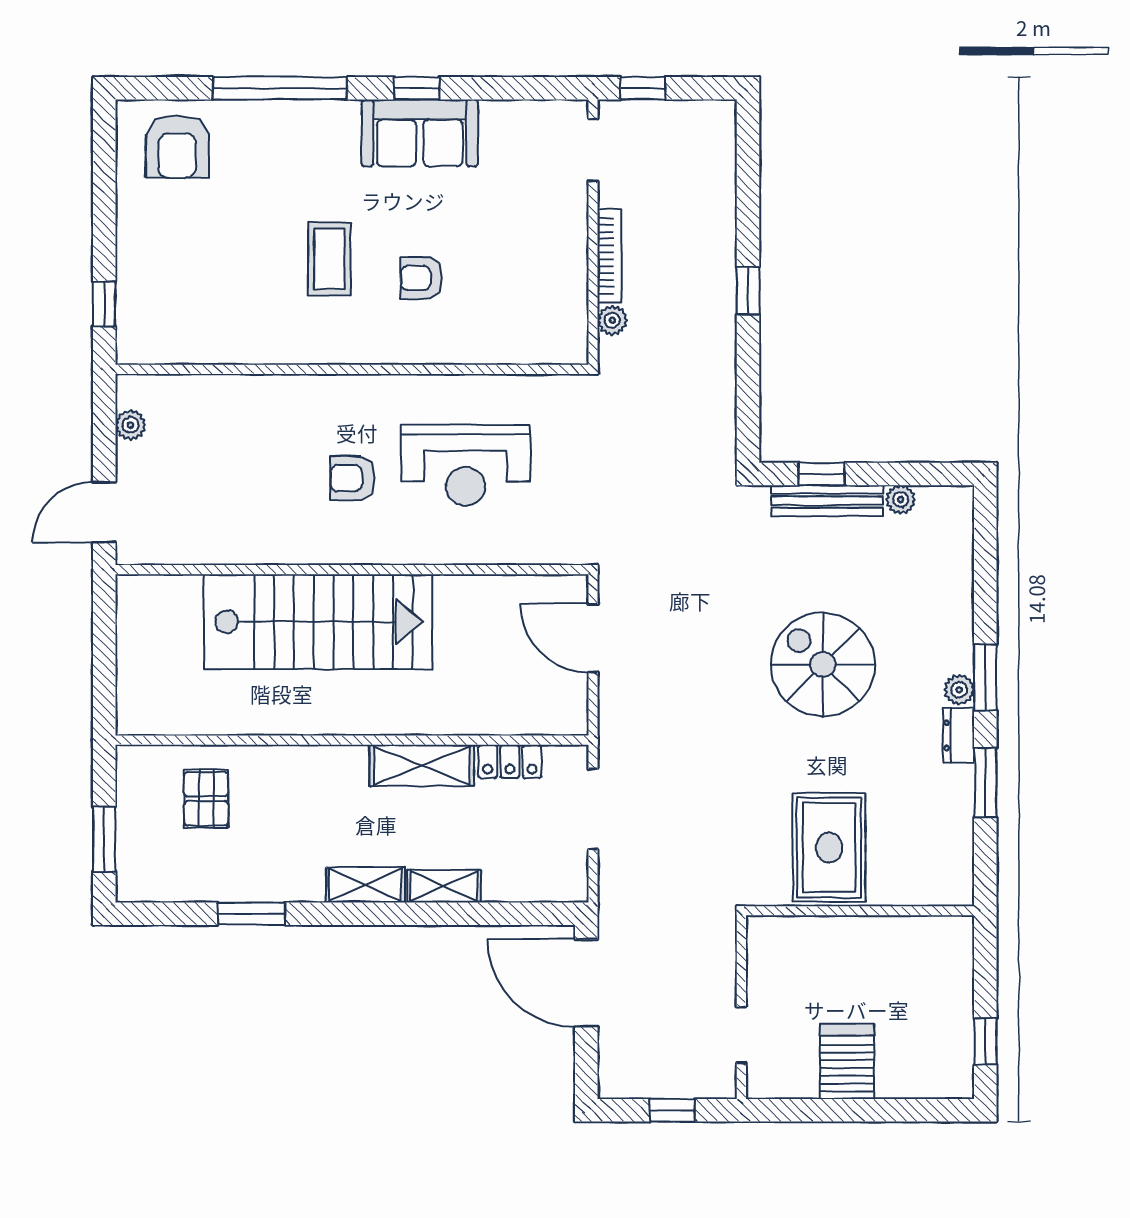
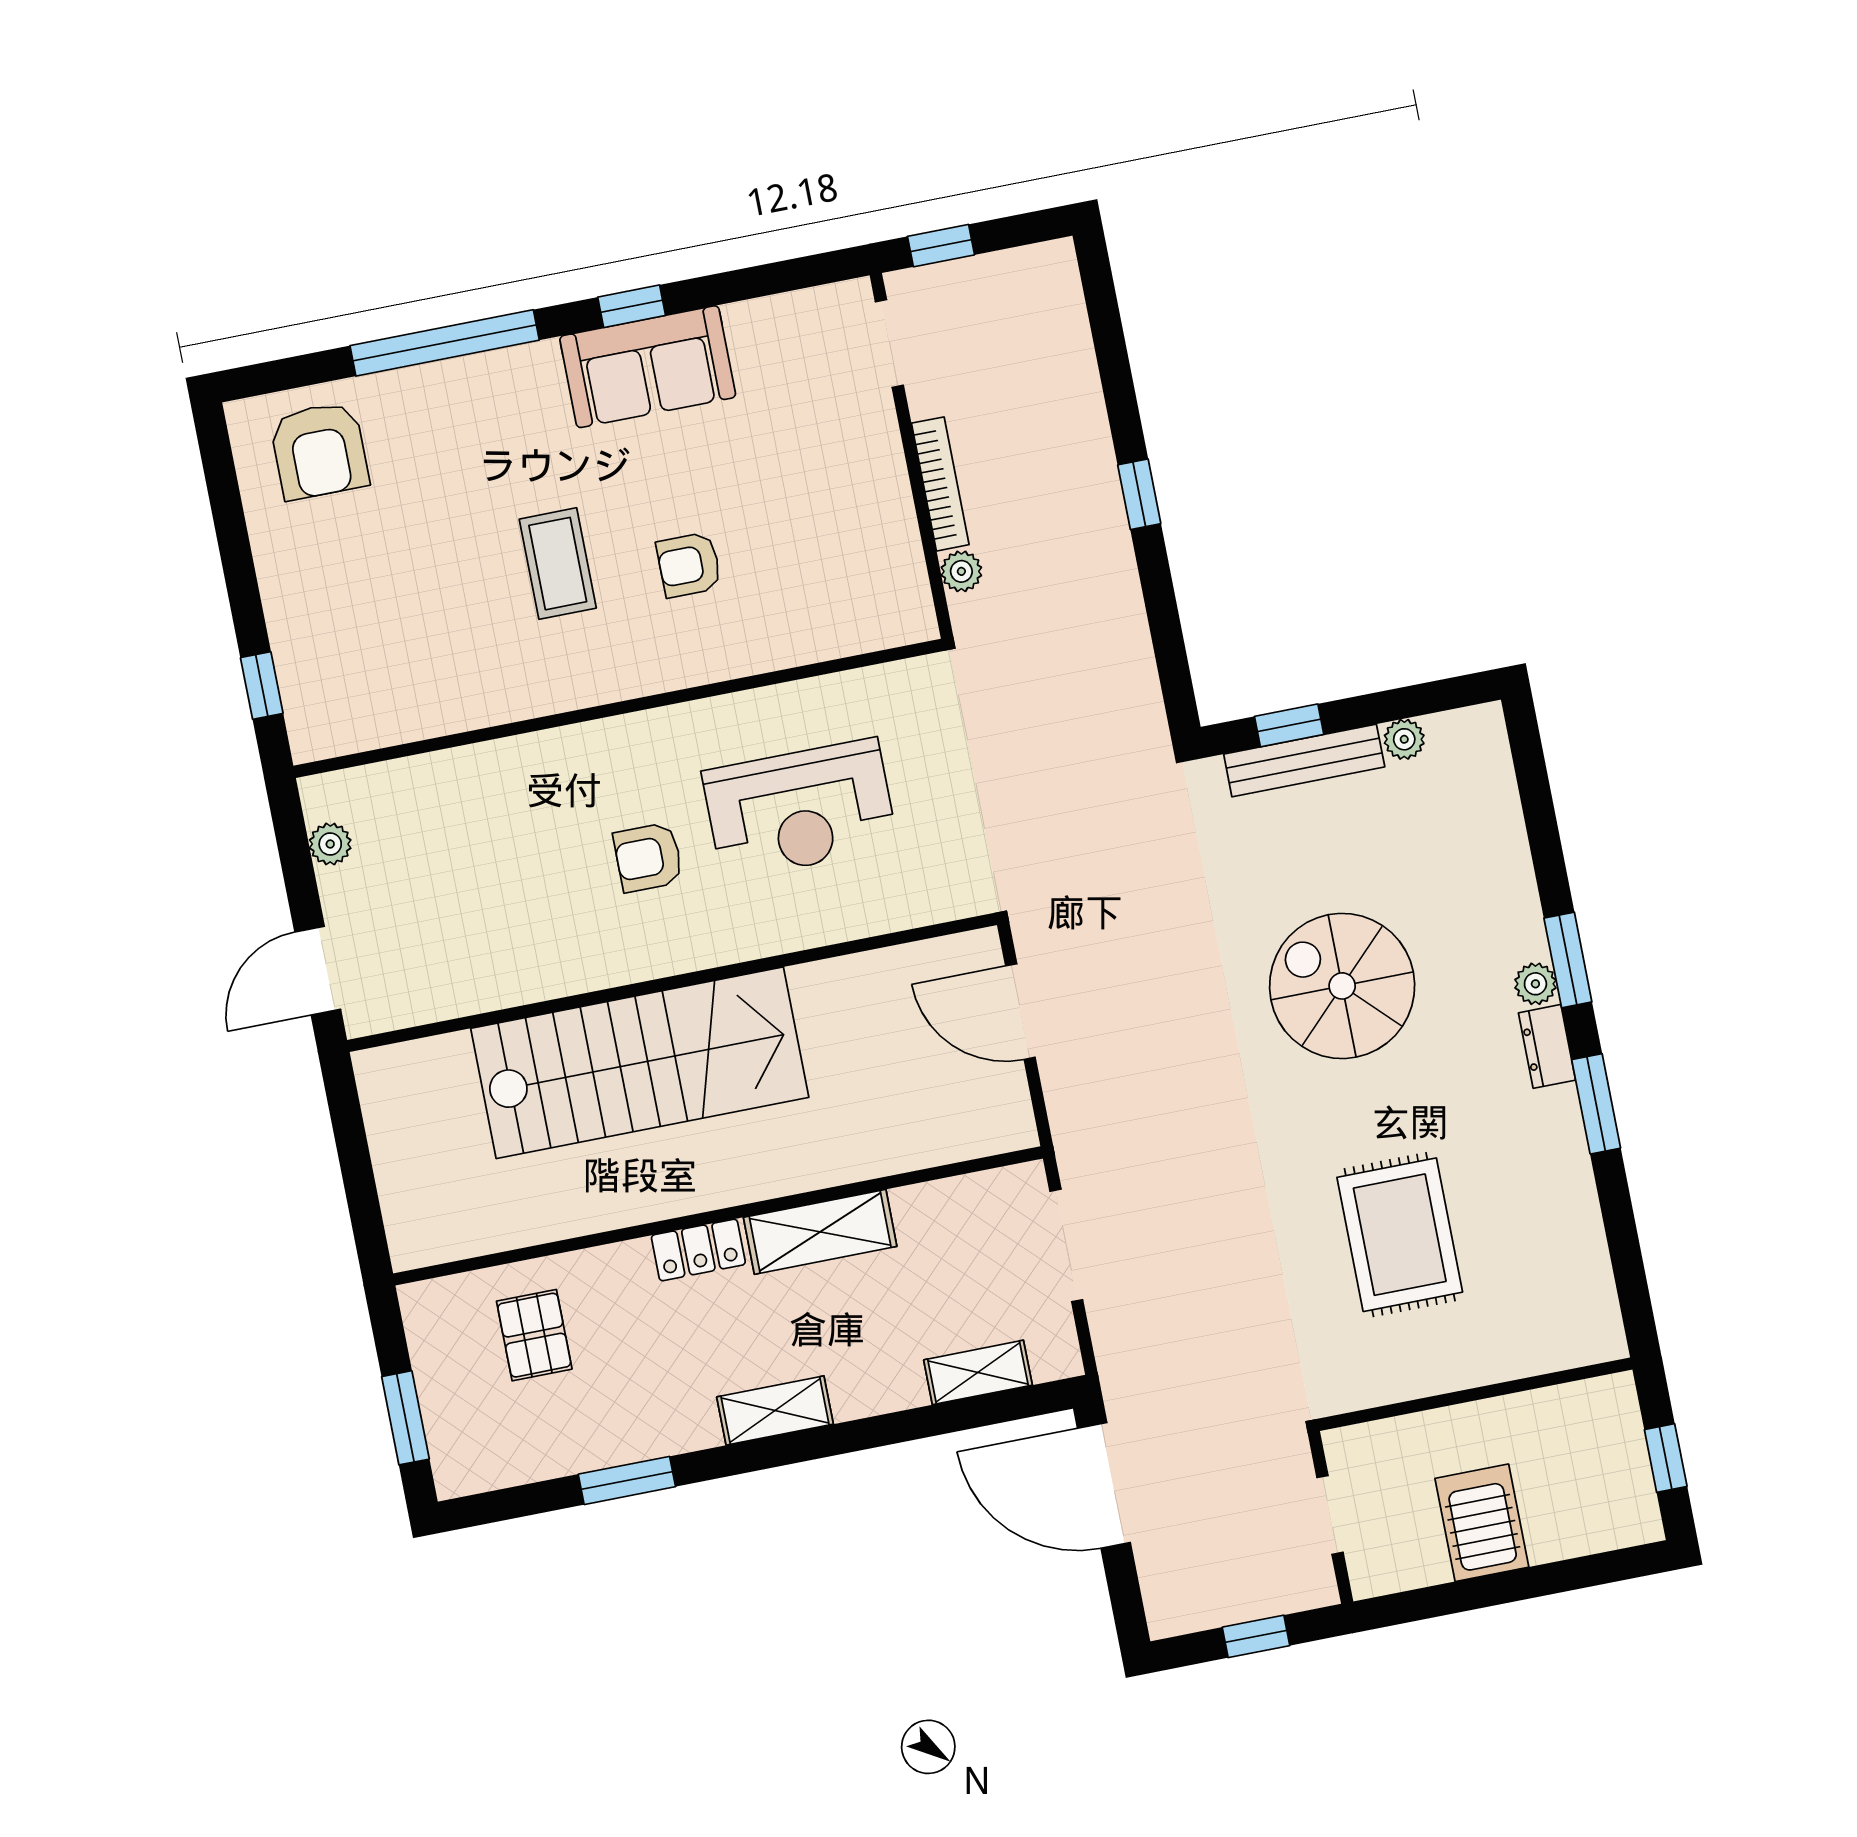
locker: (510, 761) -> (698, 1250), moved
shelving: (444, 886) -> (978, 1372), moved
wall: (860, 911) -> (1475, 1394), moved

